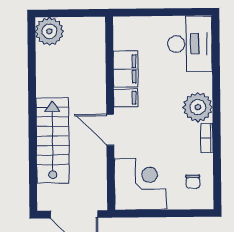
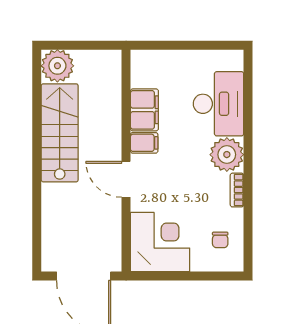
desk: (190, 44) -> (218, 104), moved
stairs: (52, 140) -> (60, 133), moved

